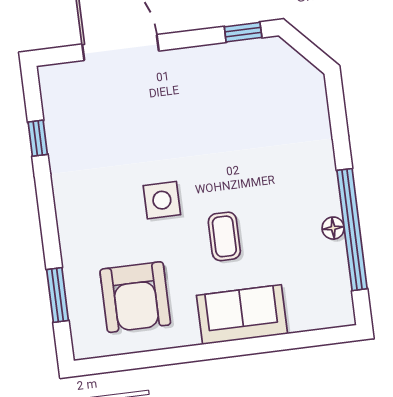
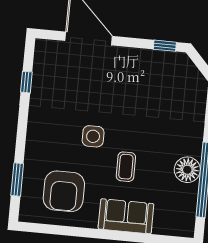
floor lamp: (333, 228) -> (187, 170), width x1.89, depth x1.89

